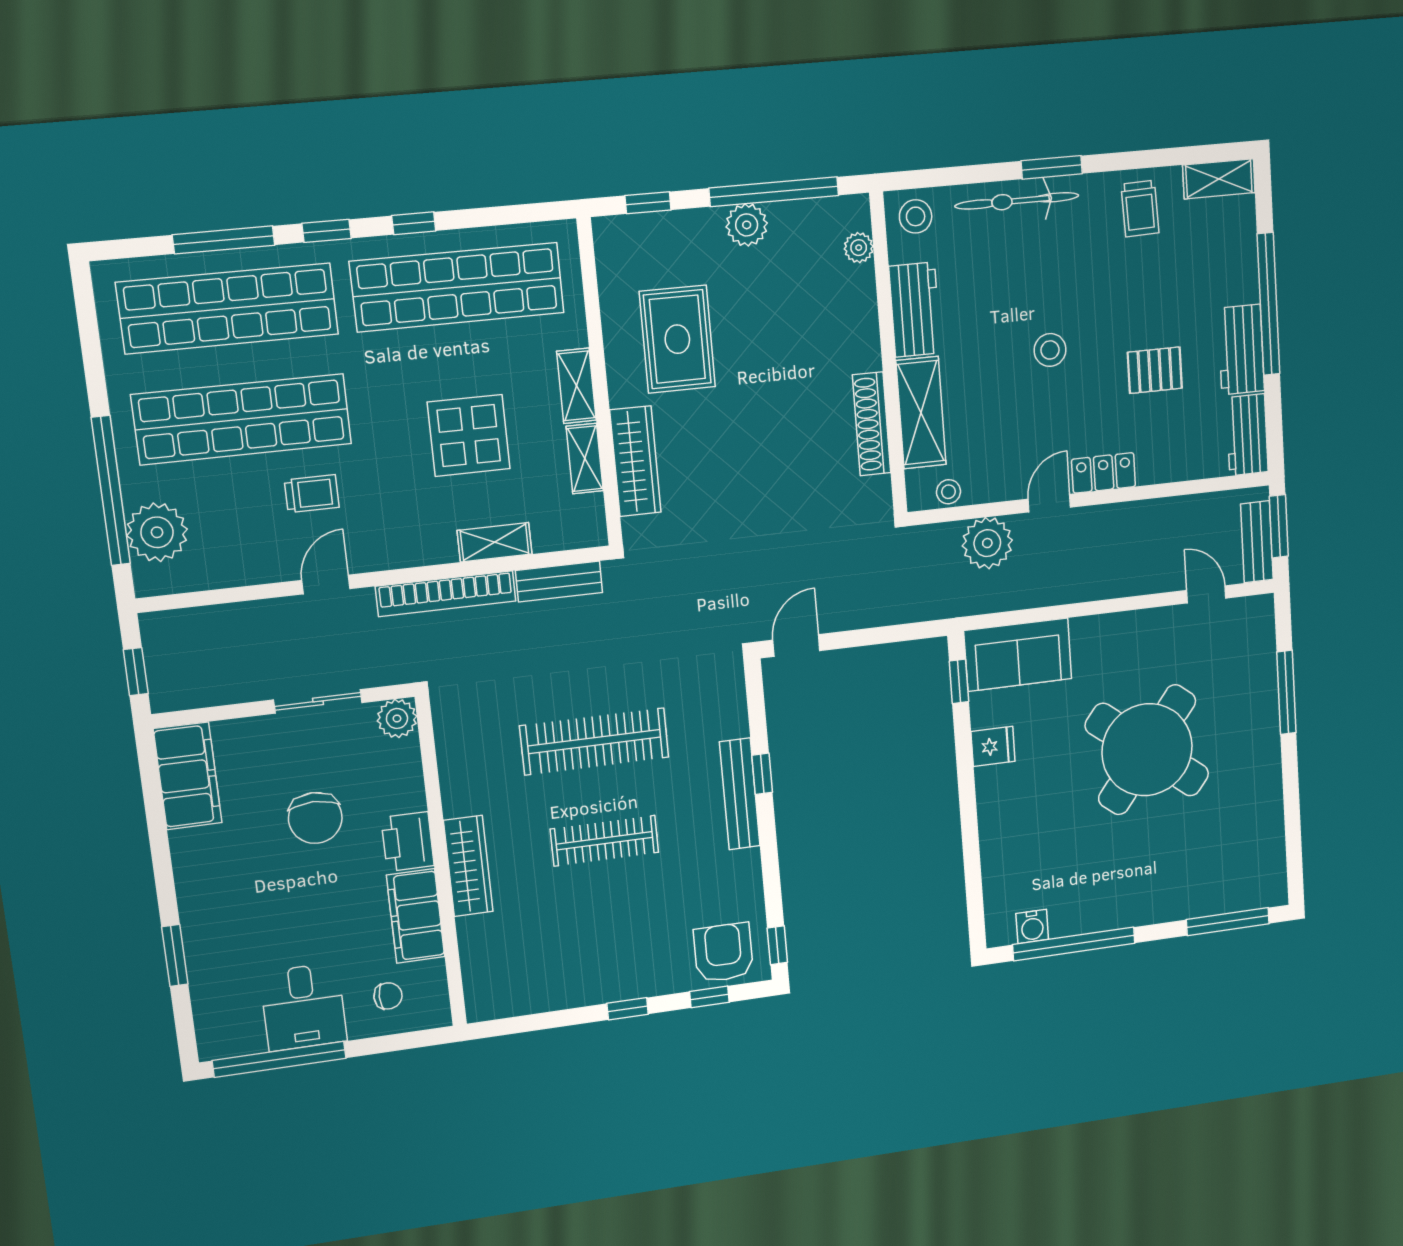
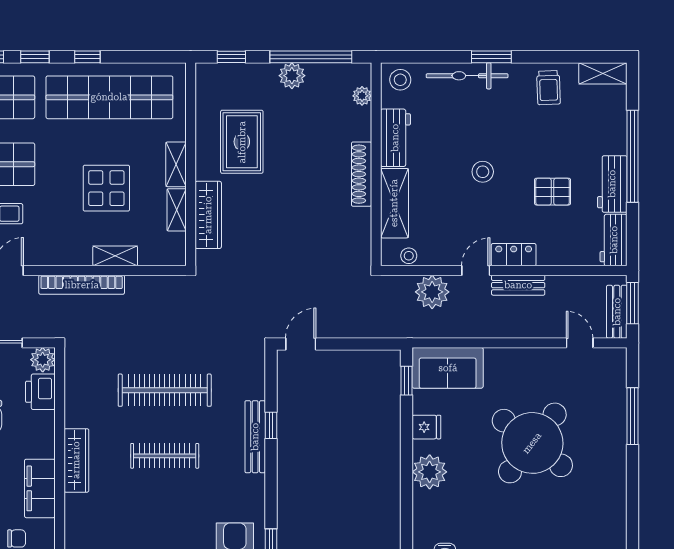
shoe rack: (872, 424) -> (362, 174), moved
bench: (559, 582) -> (518, 285), moved
plant: (1002, 812) -> (430, 472), added
printer: (408, 842) -> (40, 392), moved

